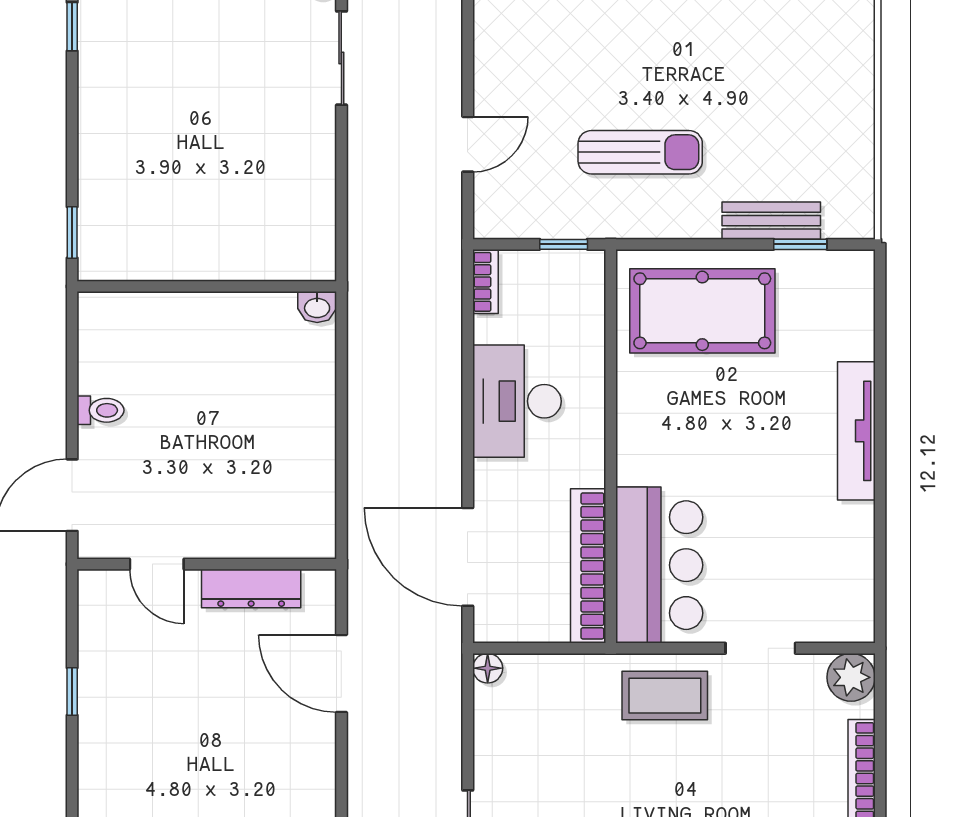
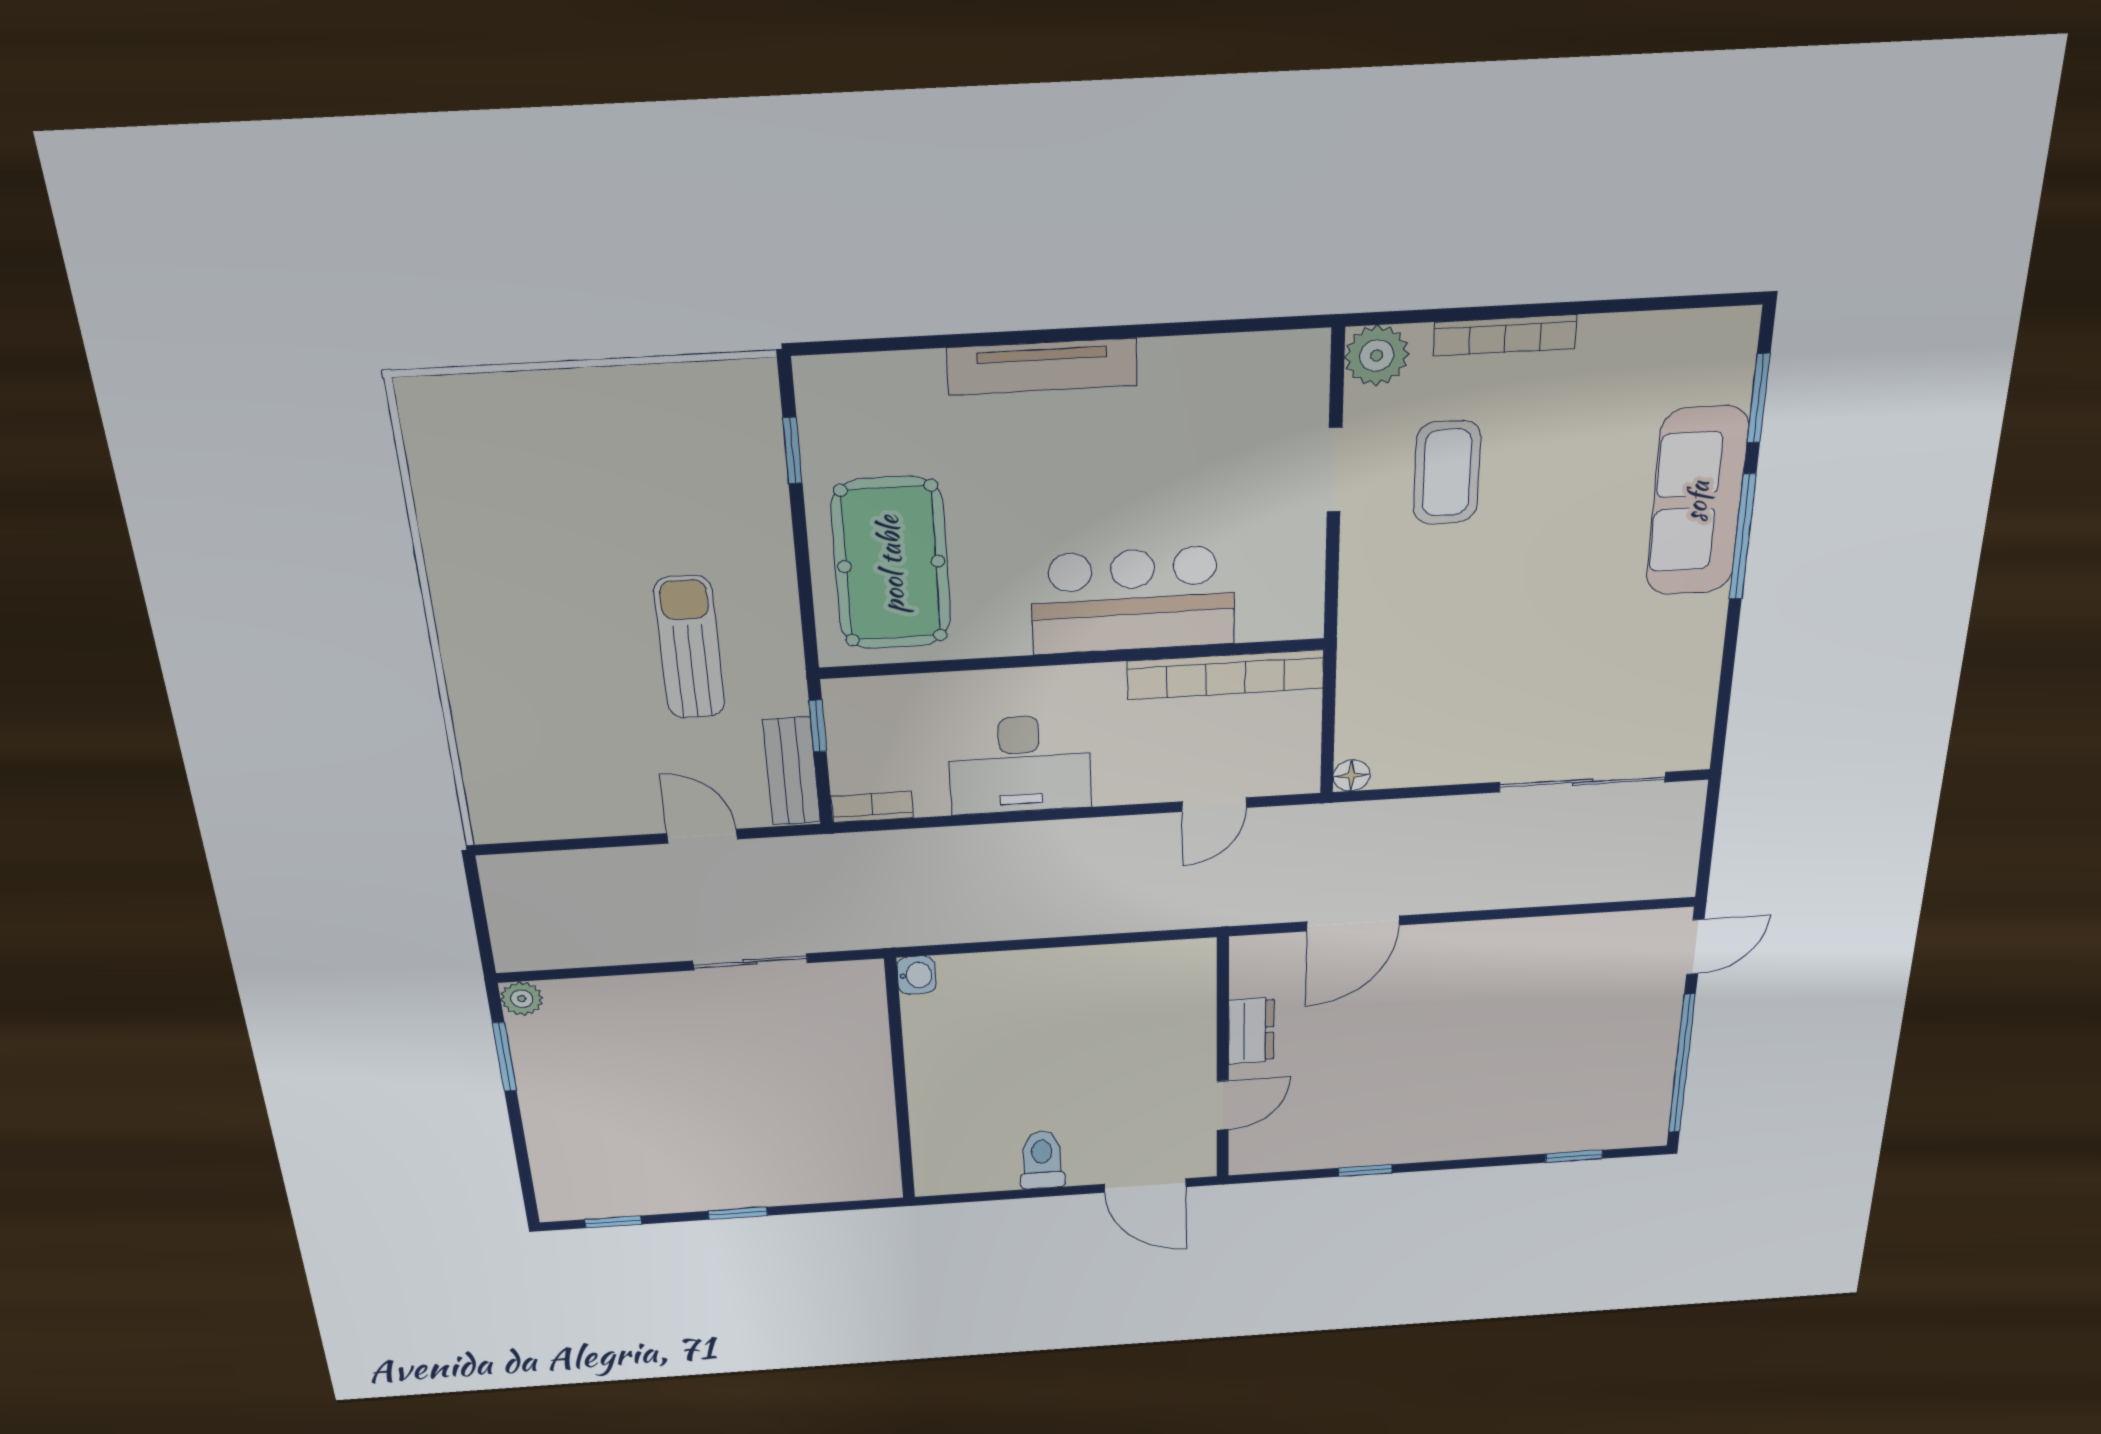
sliding door: (341, 58) -> (750, 962), moved
bench: (771, 221) -> (792, 771), moved
window: (72, 232) -> (738, 1213), moved
toilet: (101, 410) -> (1042, 1160), width x1.37, depth x1.39
door: (468, 557) -> (1214, 805), width x0.53
bar counter: (659, 565) -> (1133, 600), moved
dresser: (251, 589) -> (1251, 1031), width x0.70
coffee table: (665, 696) -> (1447, 473), moved

